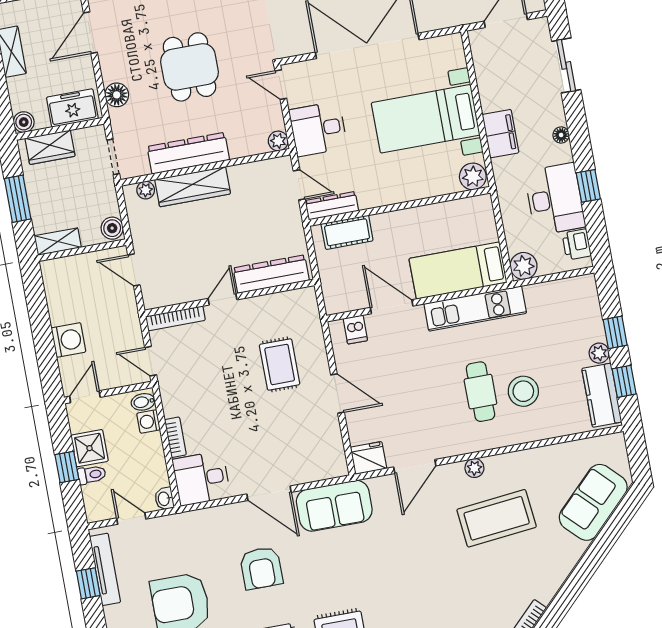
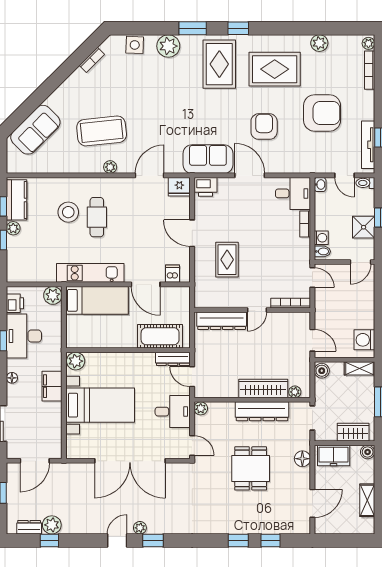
cot: (347, 232) -> (160, 336), width x1.37, depth x1.34
washing machine: (68, 340) -> (364, 340), moved
printer: (330, 465) -> (206, 187), added
toilet: (92, 475) -> (365, 183), moved

